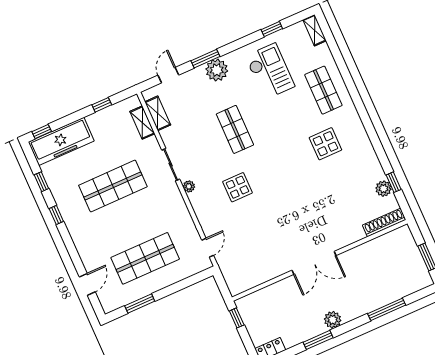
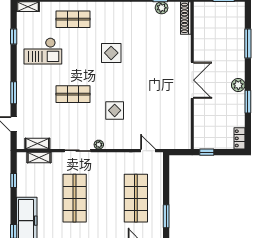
plant: (217, 70) -> (25, 88), removed
checkout: (270, 71) -> (43, 51), turned 180
display table: (325, 144) -> (111, 53), moved

